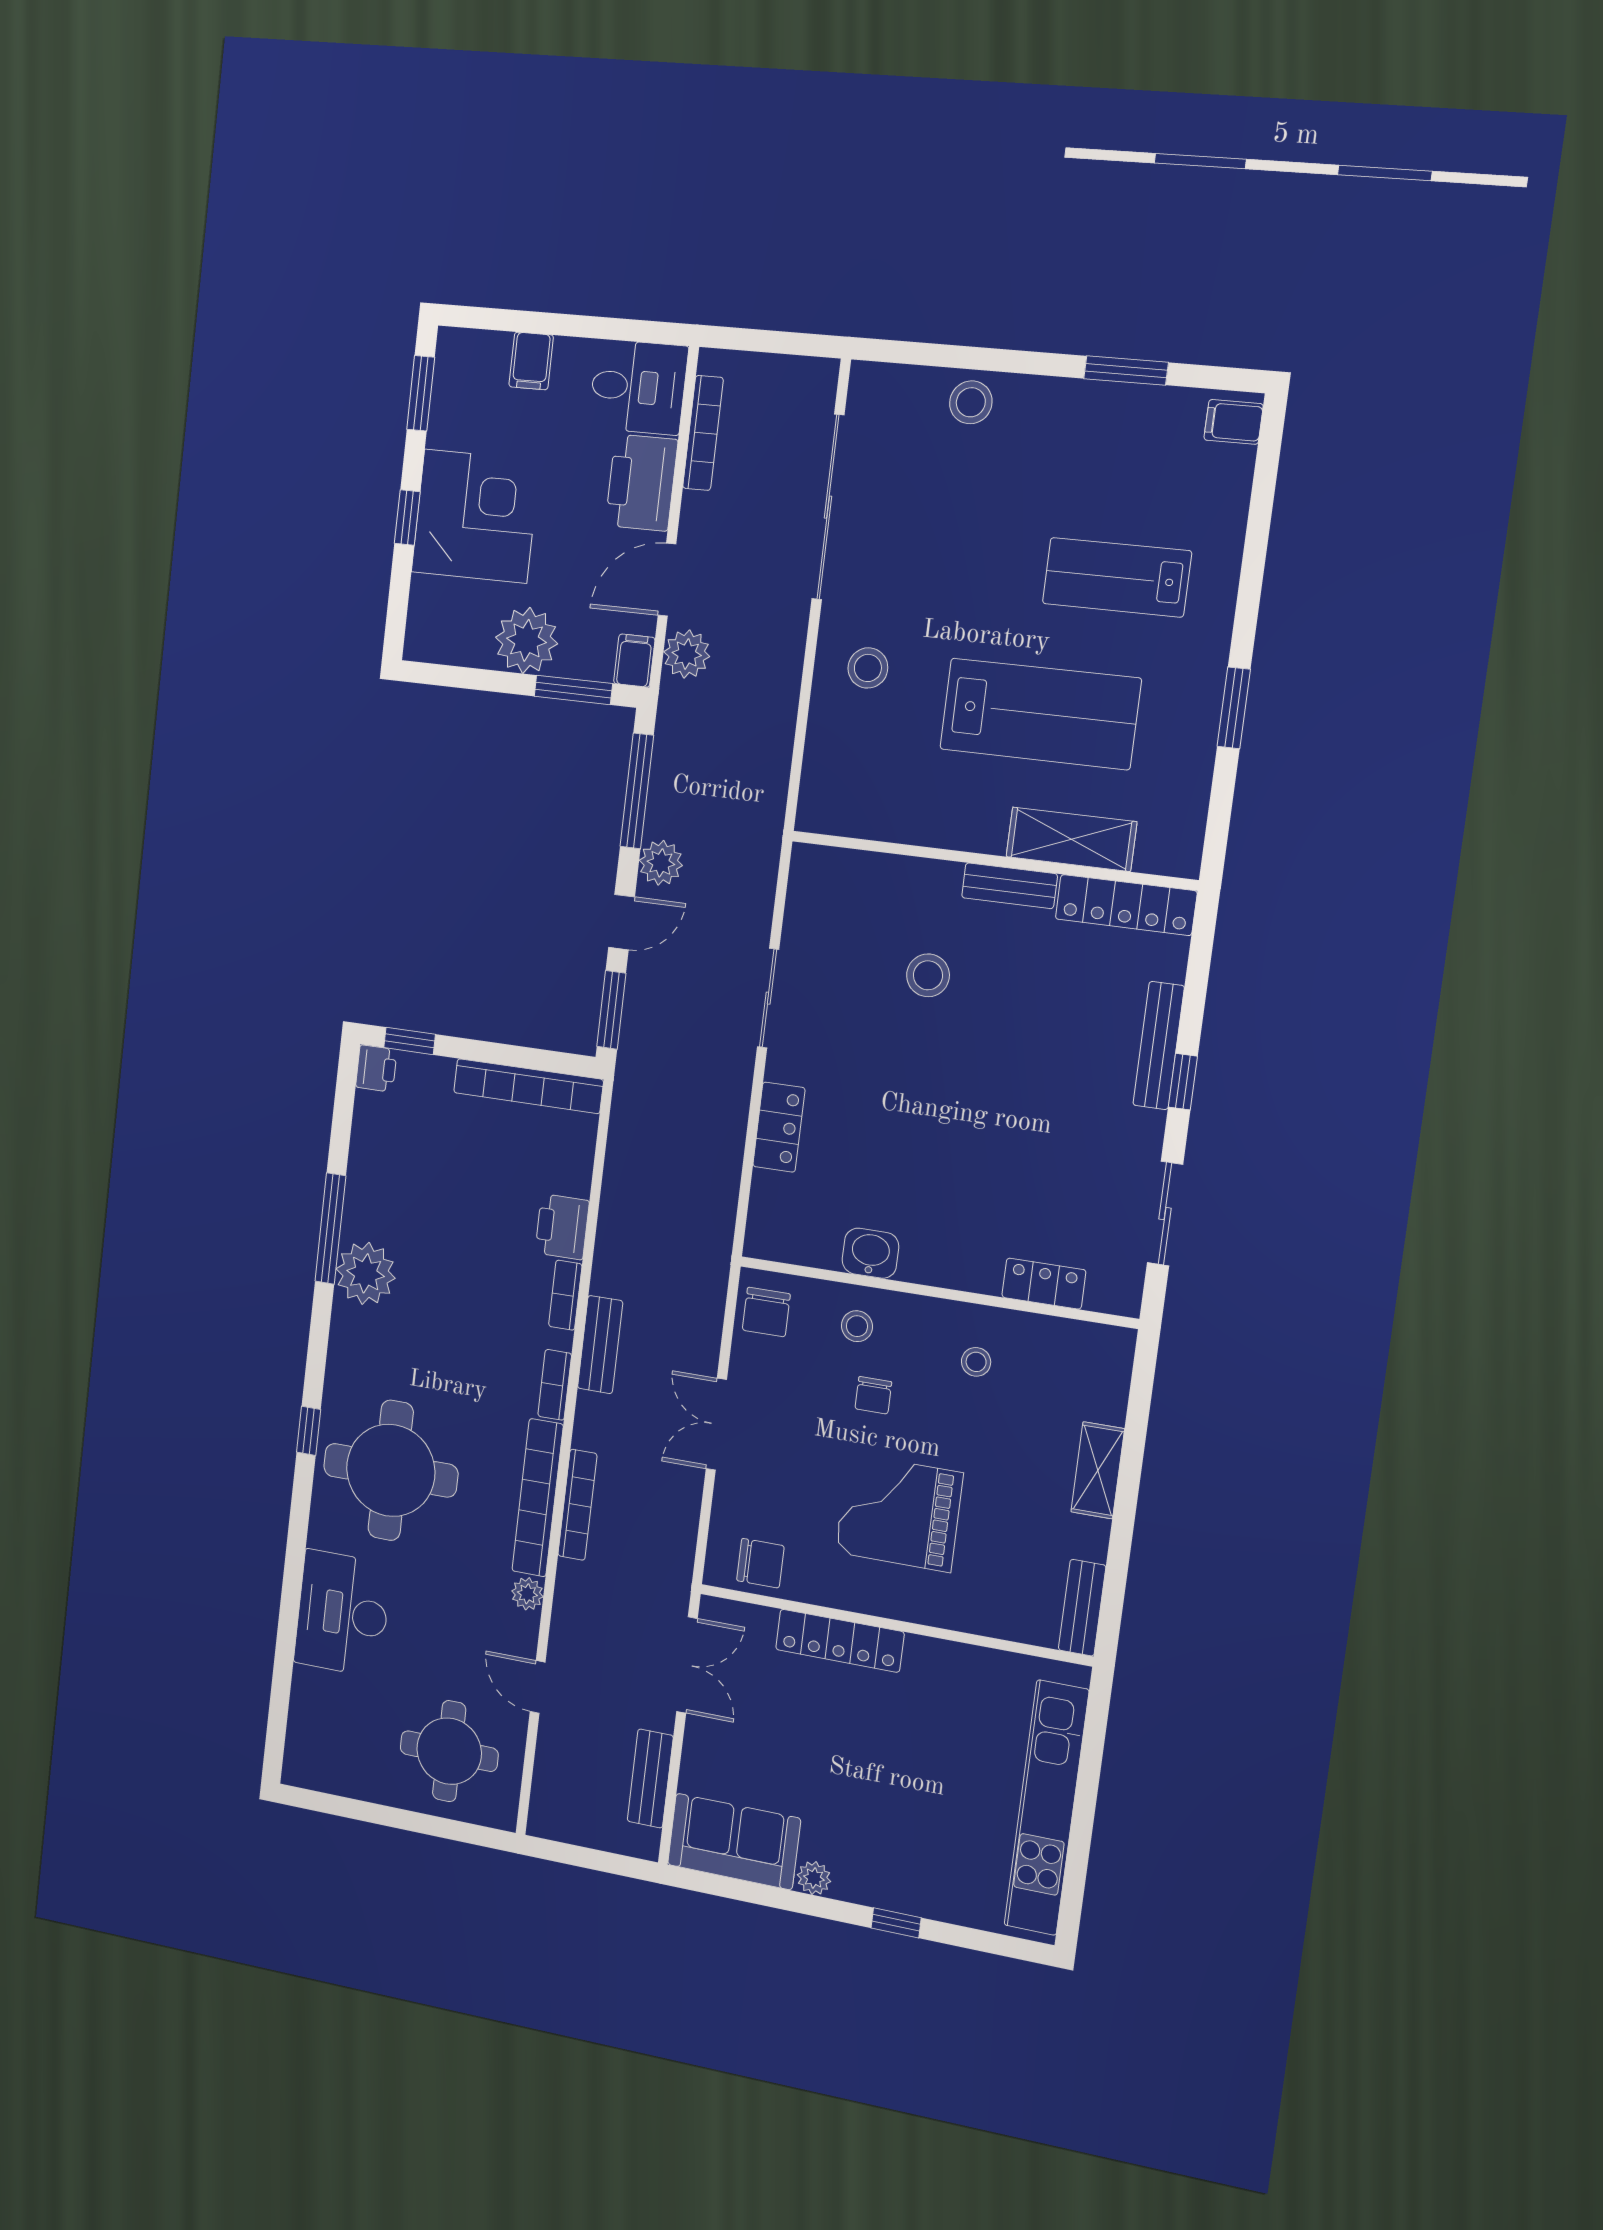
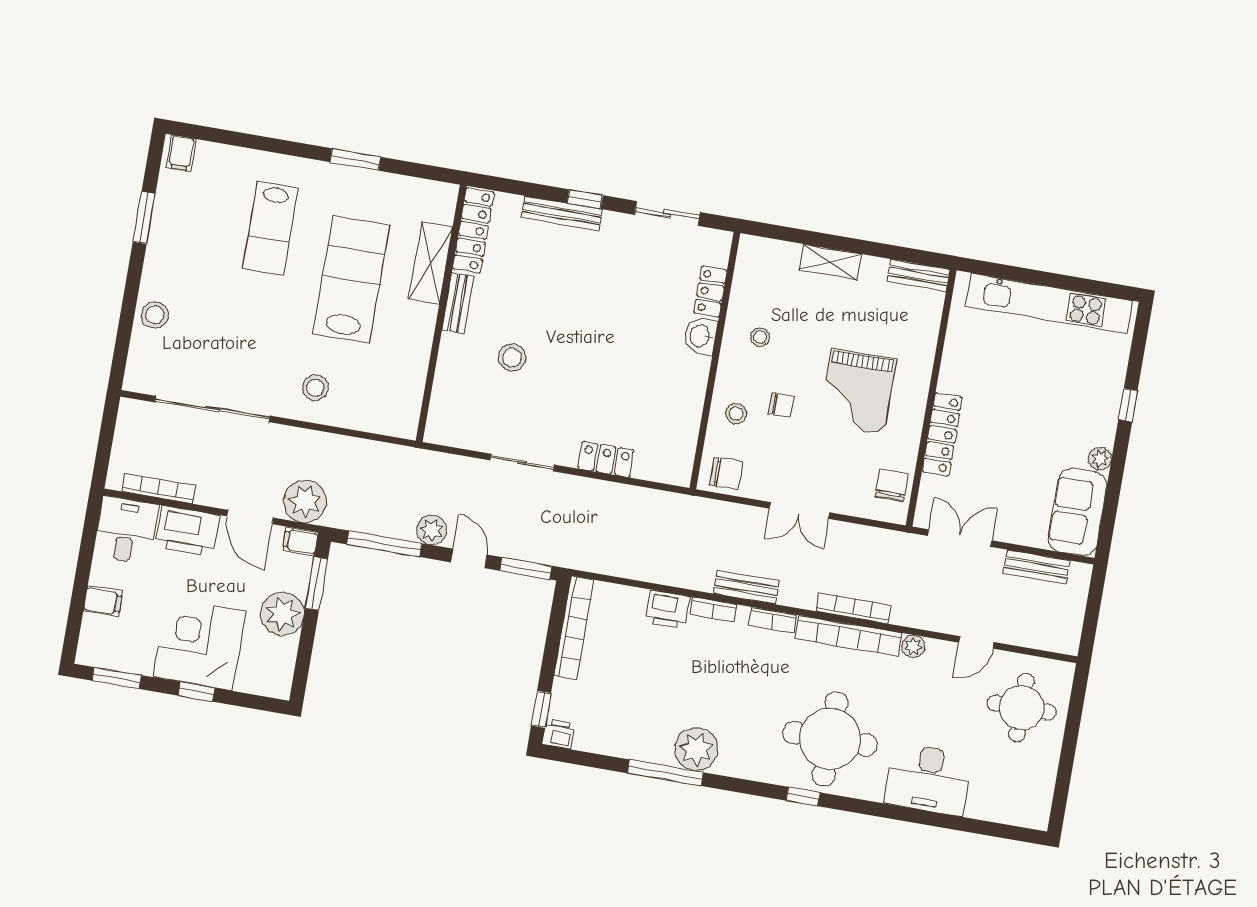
plant: (687, 654) -> (305, 502), width x1.36, depth x1.36
washbasin: (870, 1253) -> (701, 336), moved

